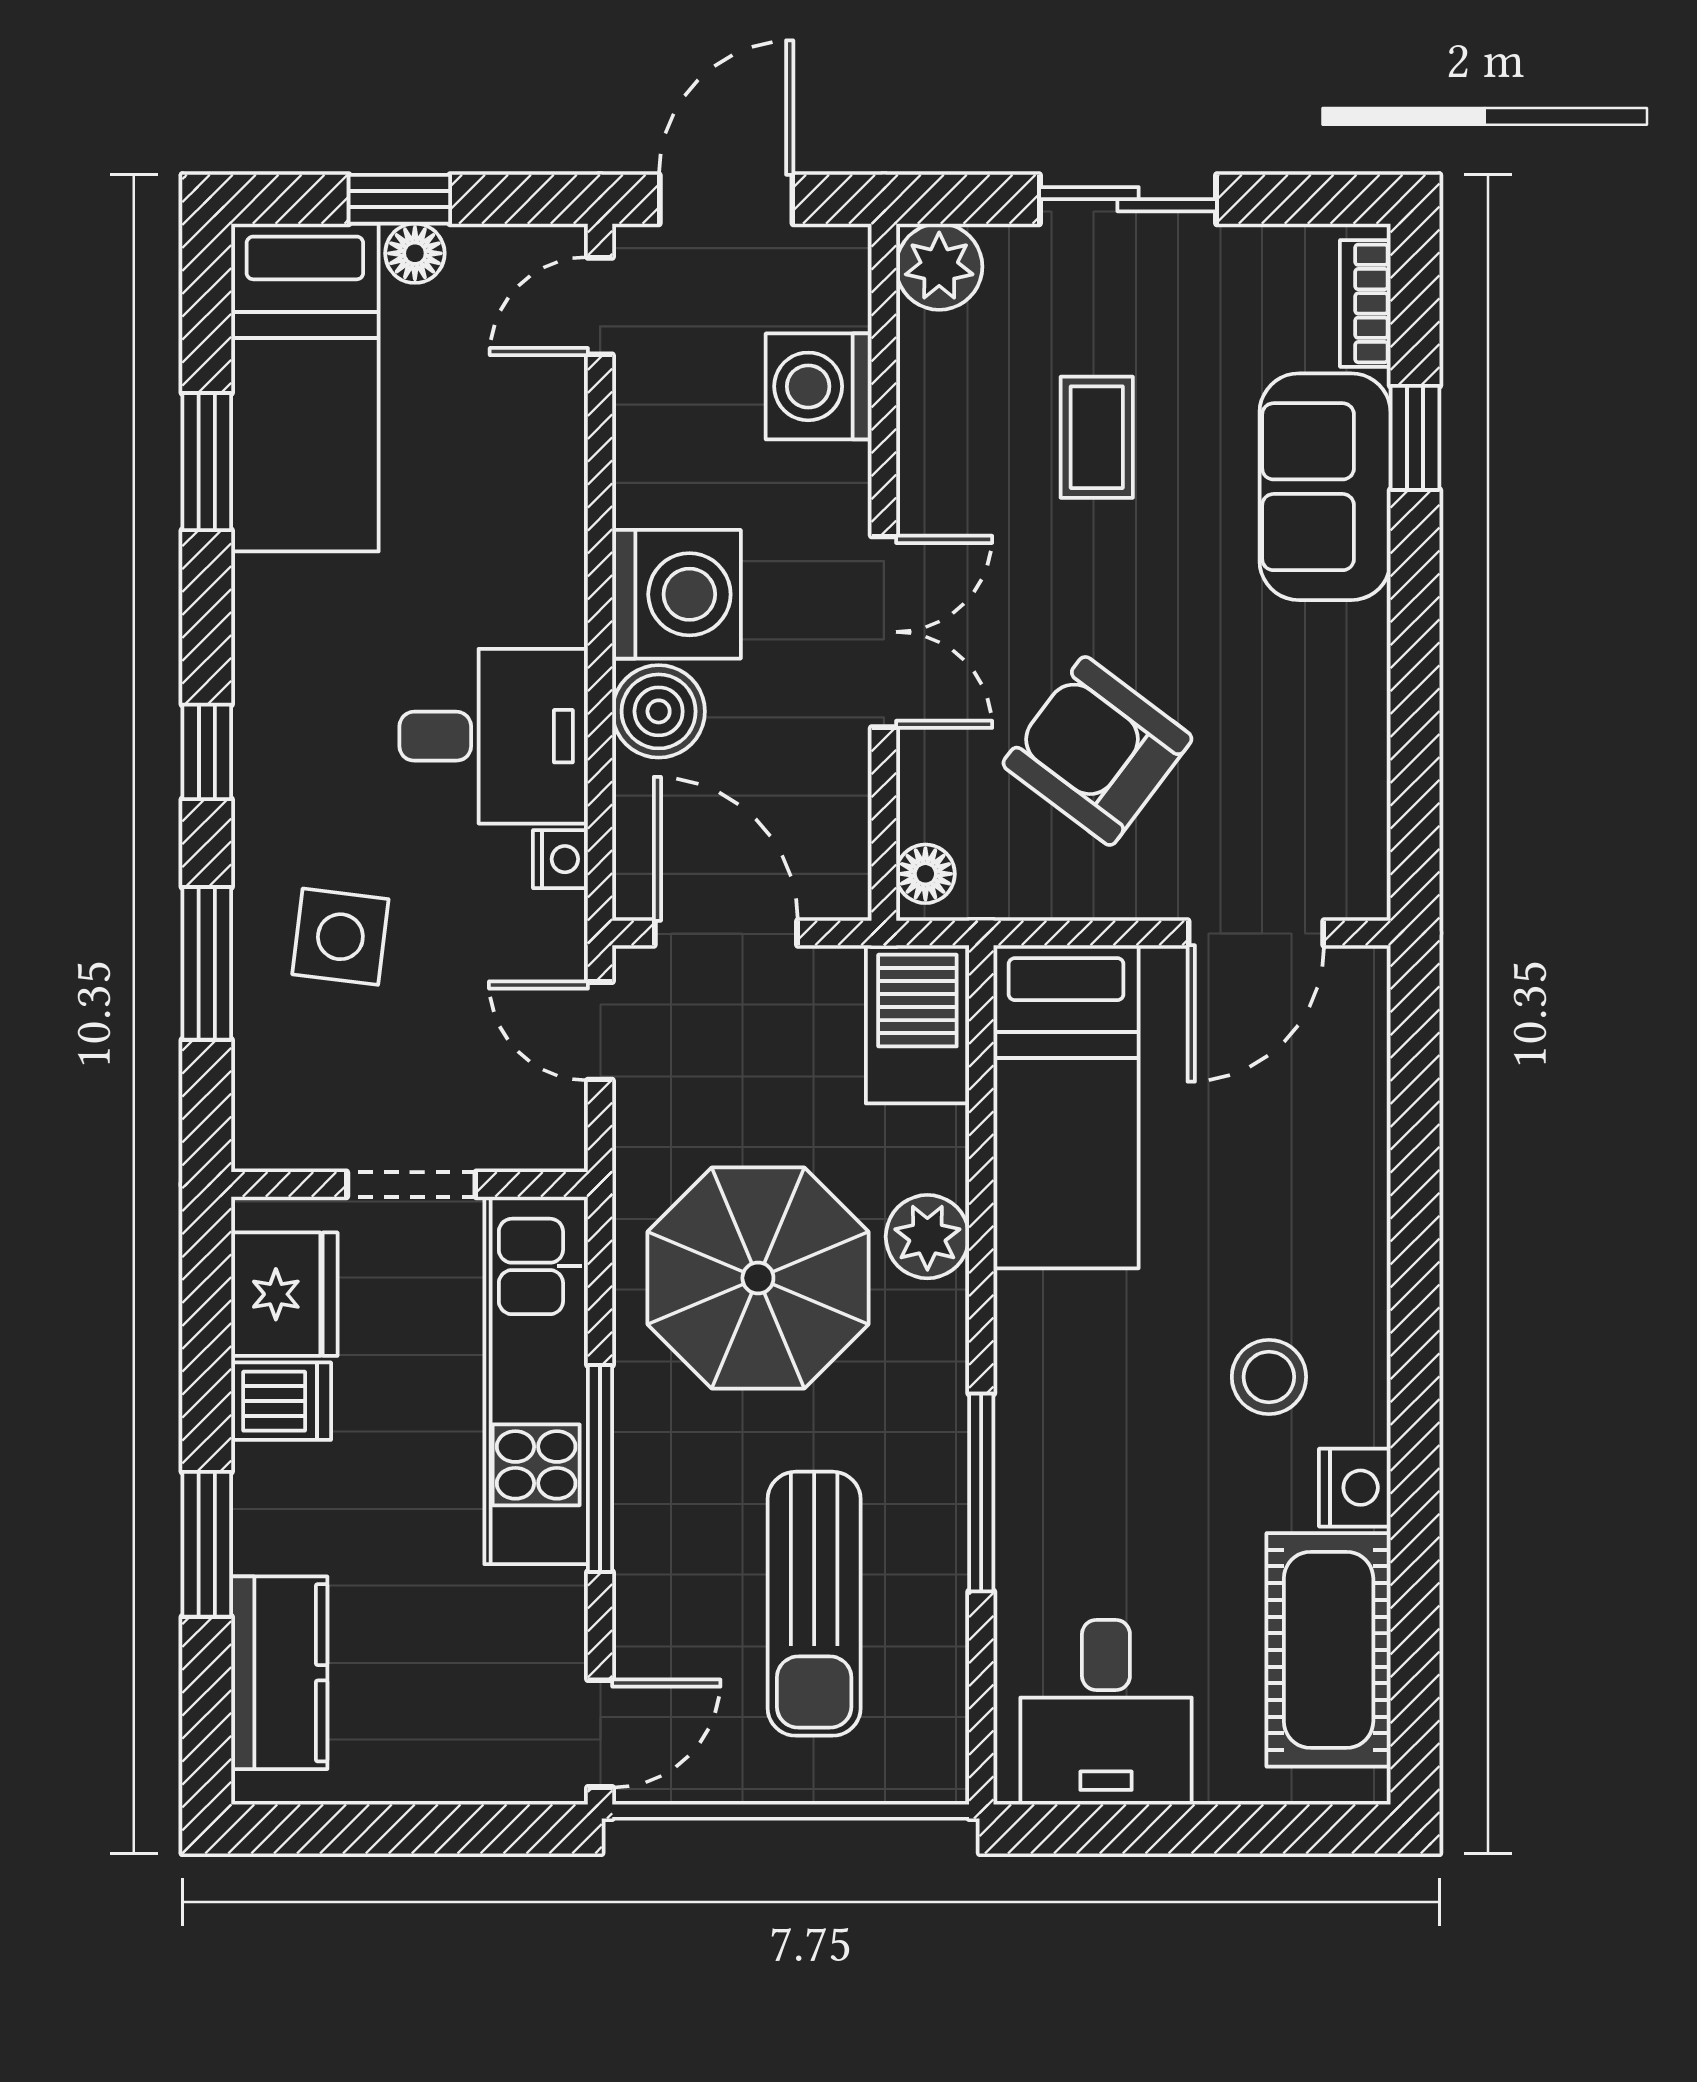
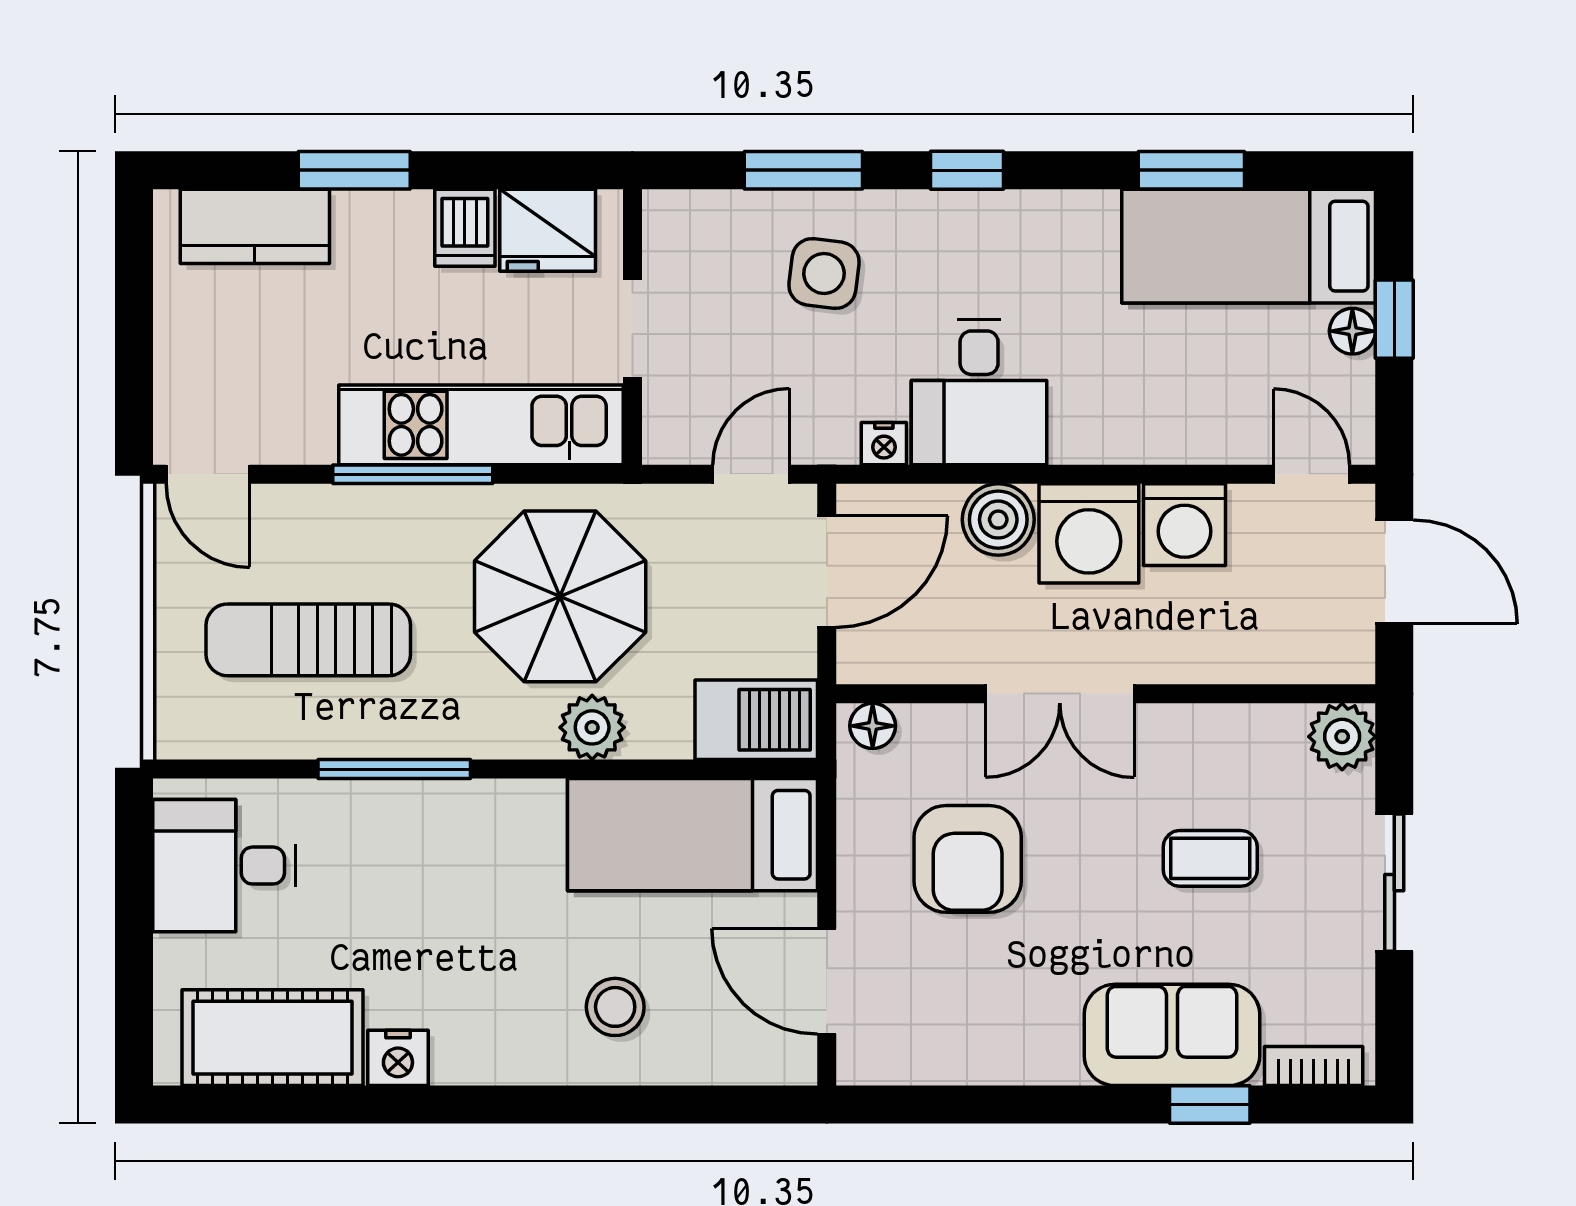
washing machine: (819, 386) -> (1185, 525), moved, turned 180
armchair: (1097, 751) -> (968, 859), turned 143
stool: (1269, 1377) -> (615, 1007), moved

